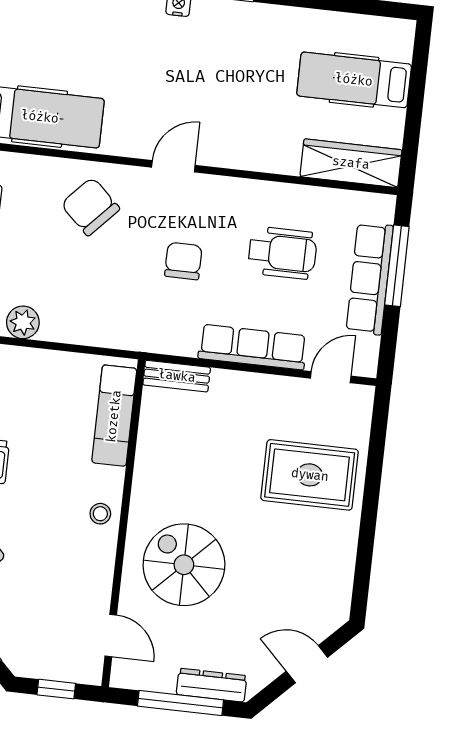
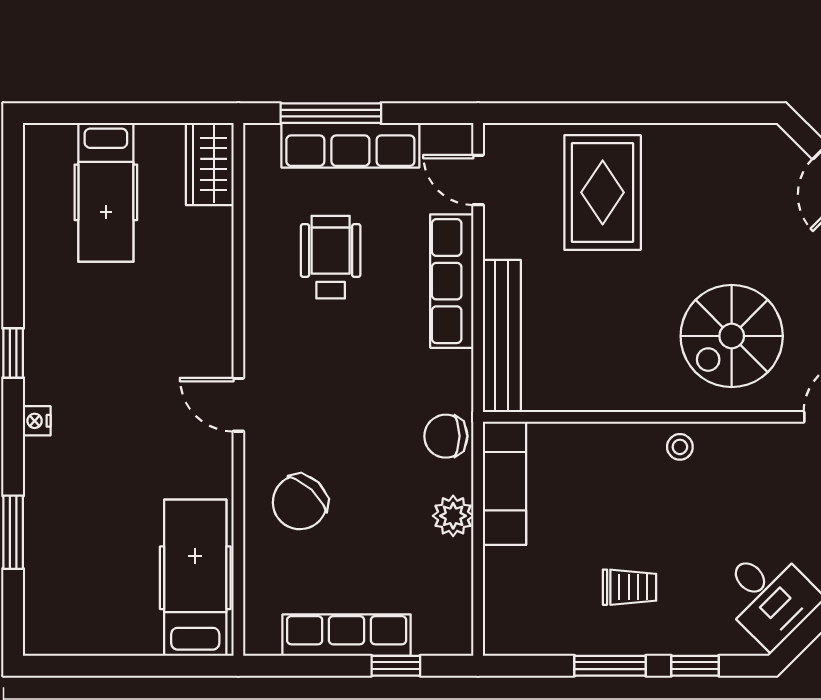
wardrobe: (351, 163) -> (210, 164), width x0.67
chair: (183, 261) -> (446, 436), moved
plant: (23, 322) -> (453, 516), moved
bench: (177, 376) -> (502, 336), width x1.86, depth x1.21
exam couch: (114, 416) -> (504, 483), moved, turned -90

